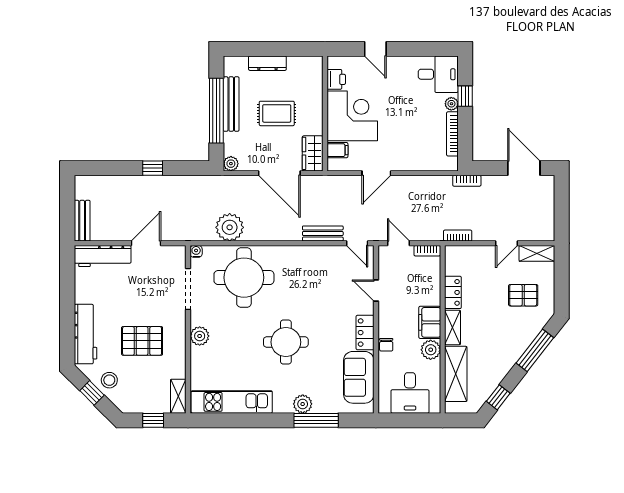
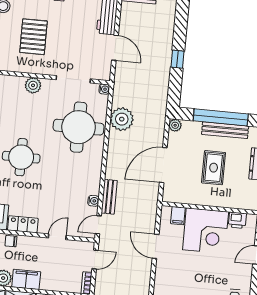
wardrobe: (313, 153) -> (177, 195), removed
water cooler: (329, 252) -> (93, 201), added

